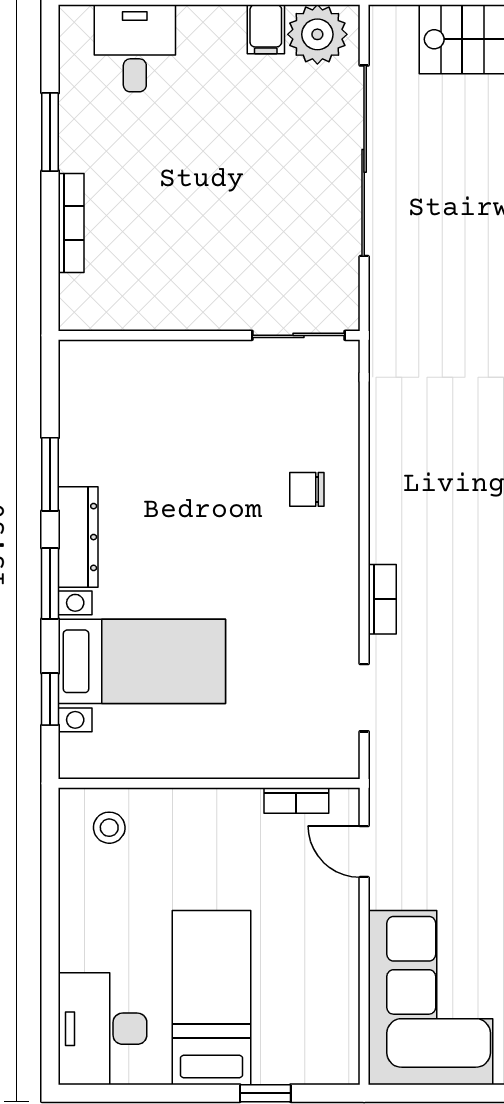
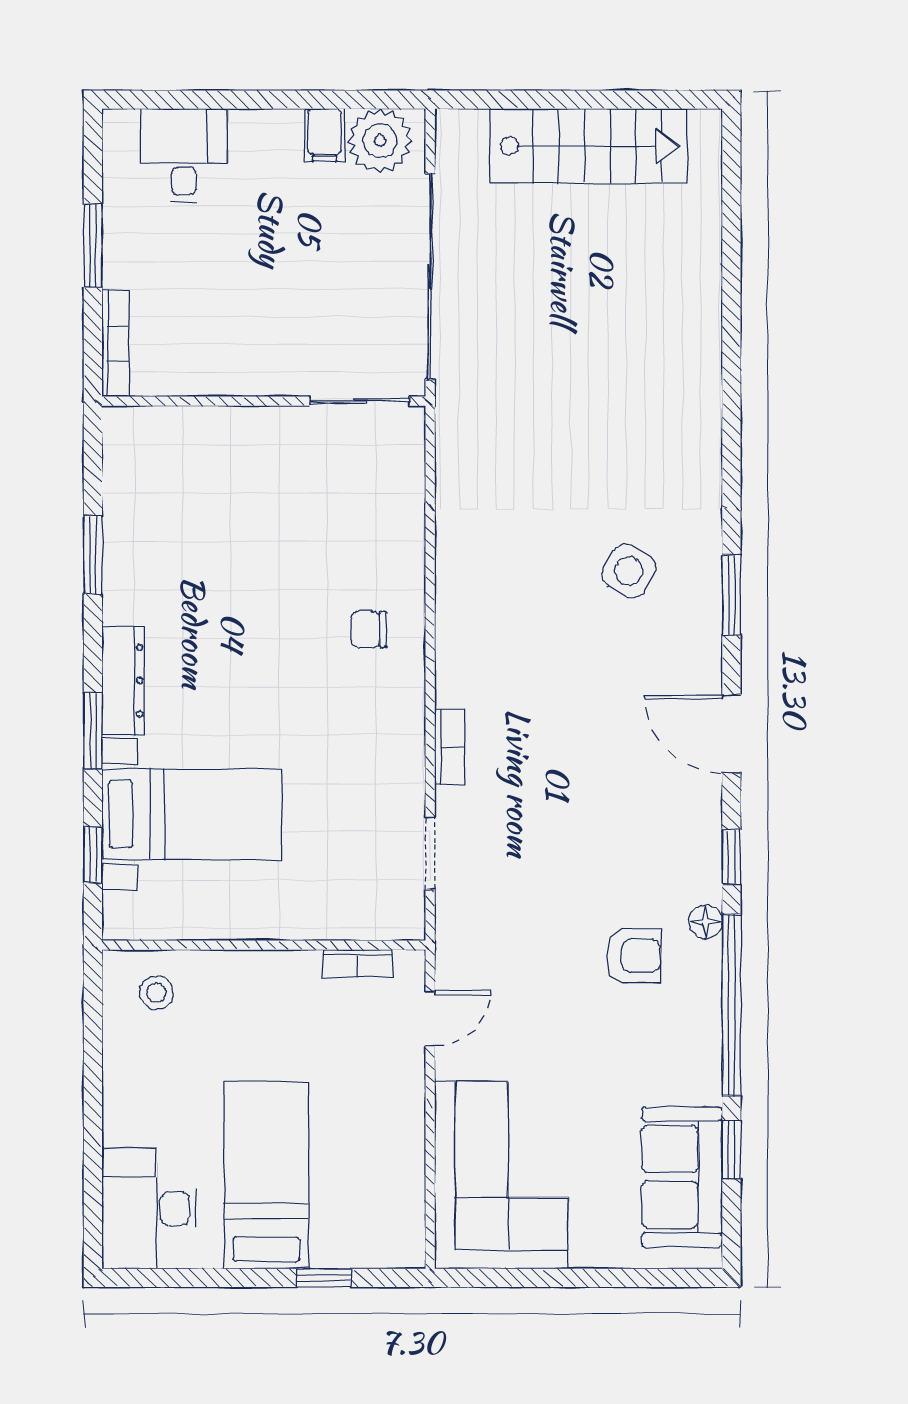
wall: (209, 335) -> (264, 401), moved
sliding door: (298, 335) -> (360, 401), moved
window: (50, 474) -> (93, 555), moved
door: (364, 852) -> (430, 1018), swing flipped

